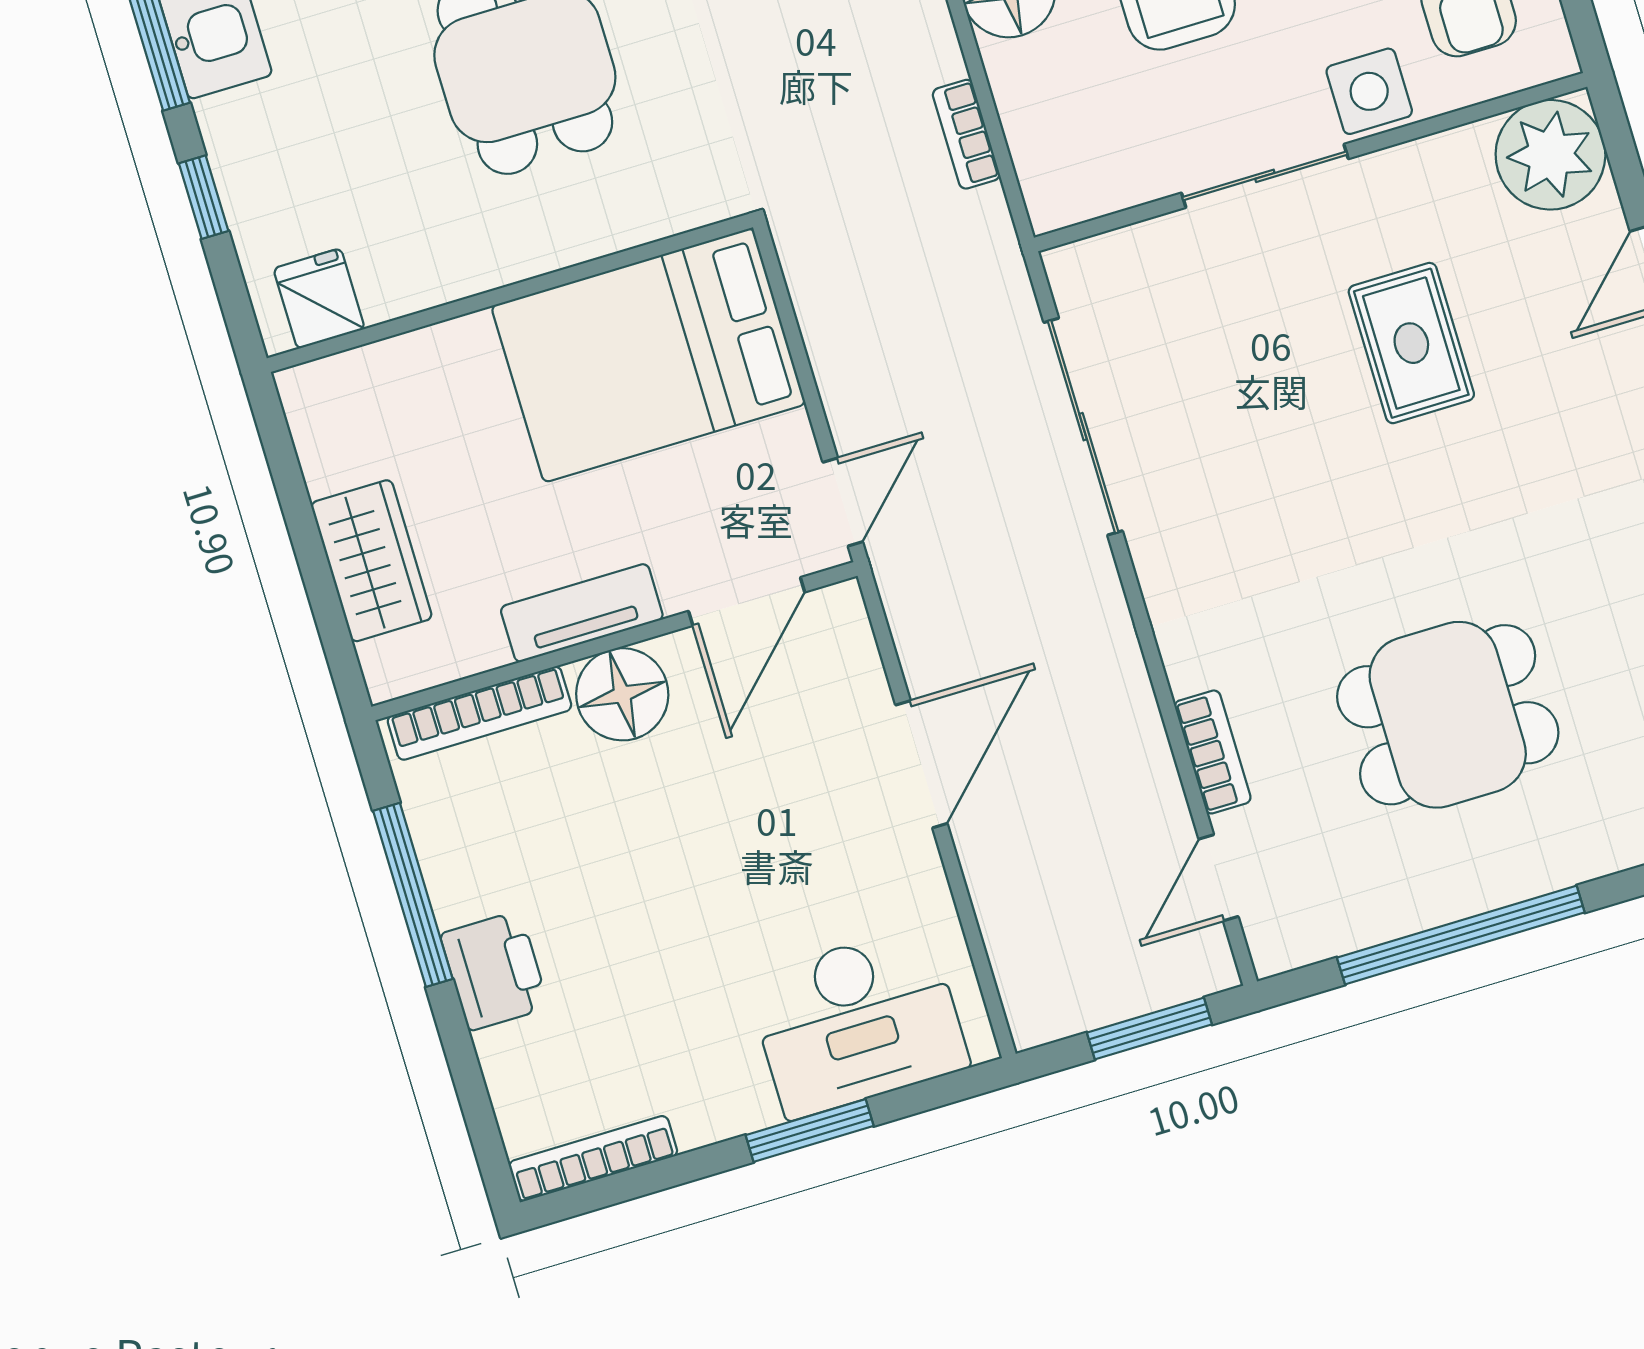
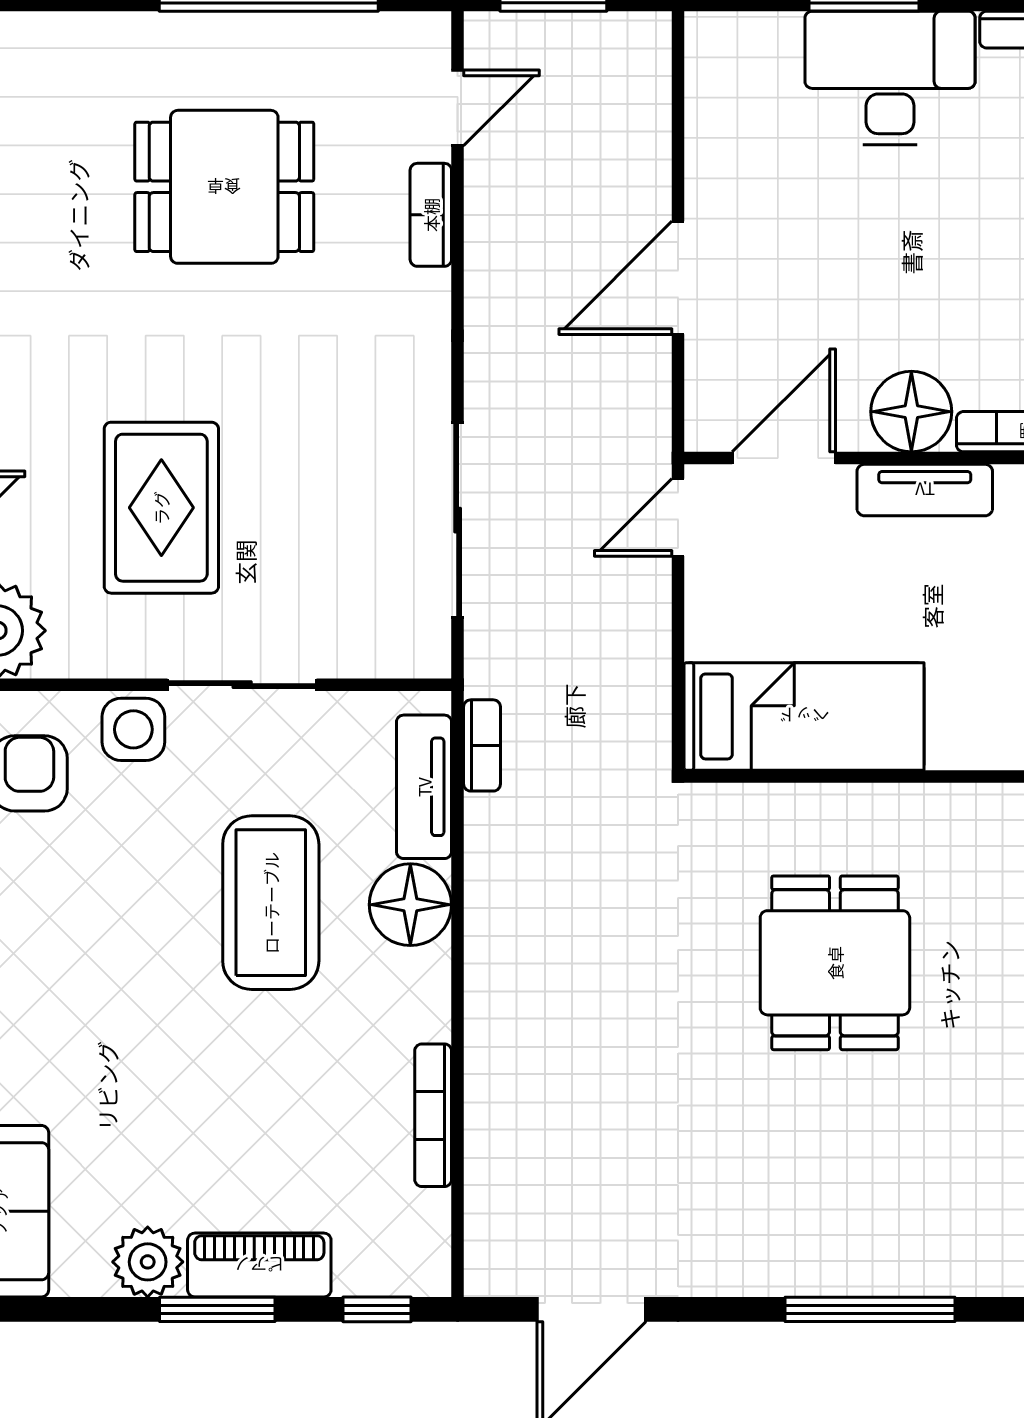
tv unit: (1032, 124) -> (424, 787), added
bookcase: (966, 134) -> (482, 745), moved
rug: (1411, 343) -> (161, 508), width x1.36, depth x1.43
bed: (648, 355) -> (804, 716), width x0.67
desk: (858, 1022) -> (890, 78), moved

